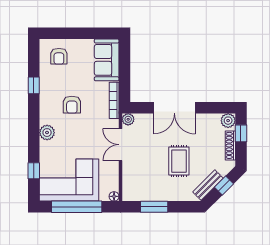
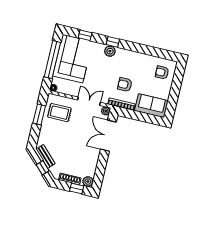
window: (34, 85) -> (113, 42), moved
armchair: (72, 105) -> (125, 85), moved
double door: (174, 108) -> (108, 136), moved
rug: (179, 161) -> (59, 113), moved

